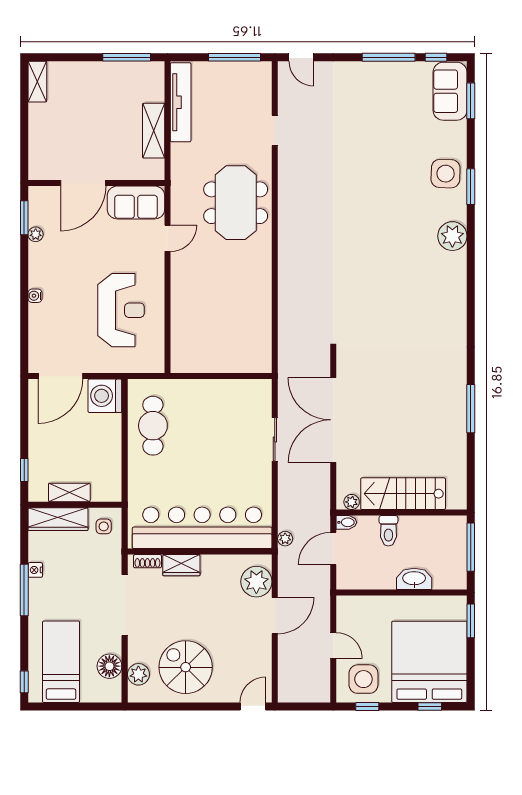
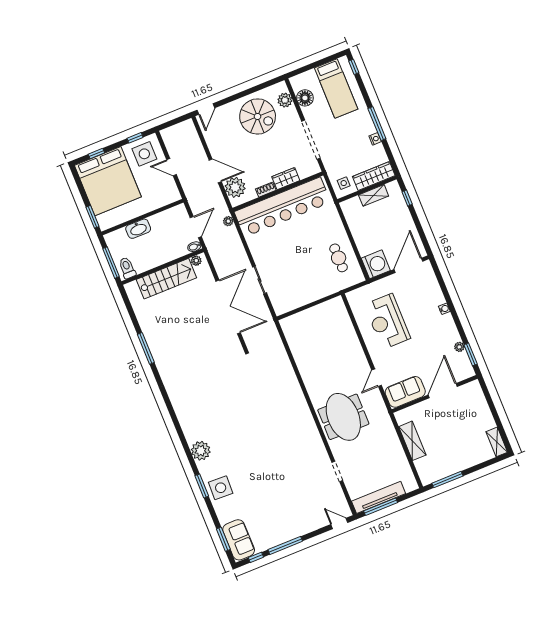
tv unit: (181, 102) -> (379, 497), moved, turned 90
cafe table: (153, 426) -> (339, 258), width x0.73, depth x0.74
toilet: (388, 531) -> (127, 268), moved
shoe rack: (147, 561) -> (266, 190), moved
door: (275, 616) -> (215, 171), swing flipped

